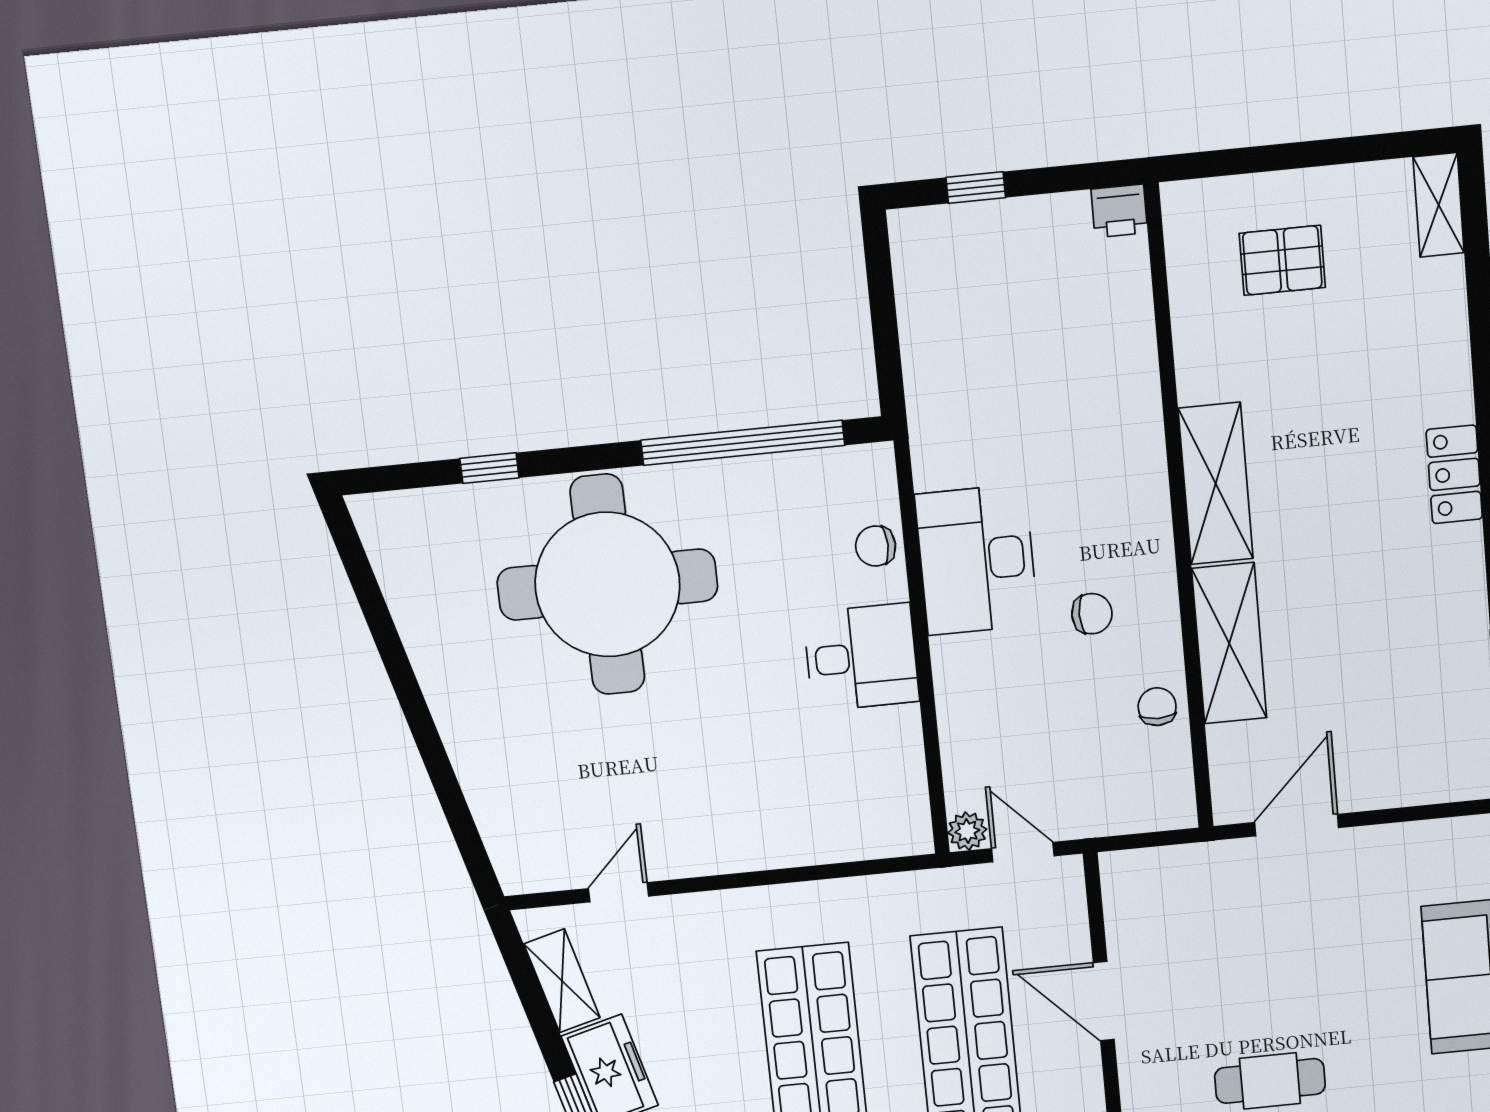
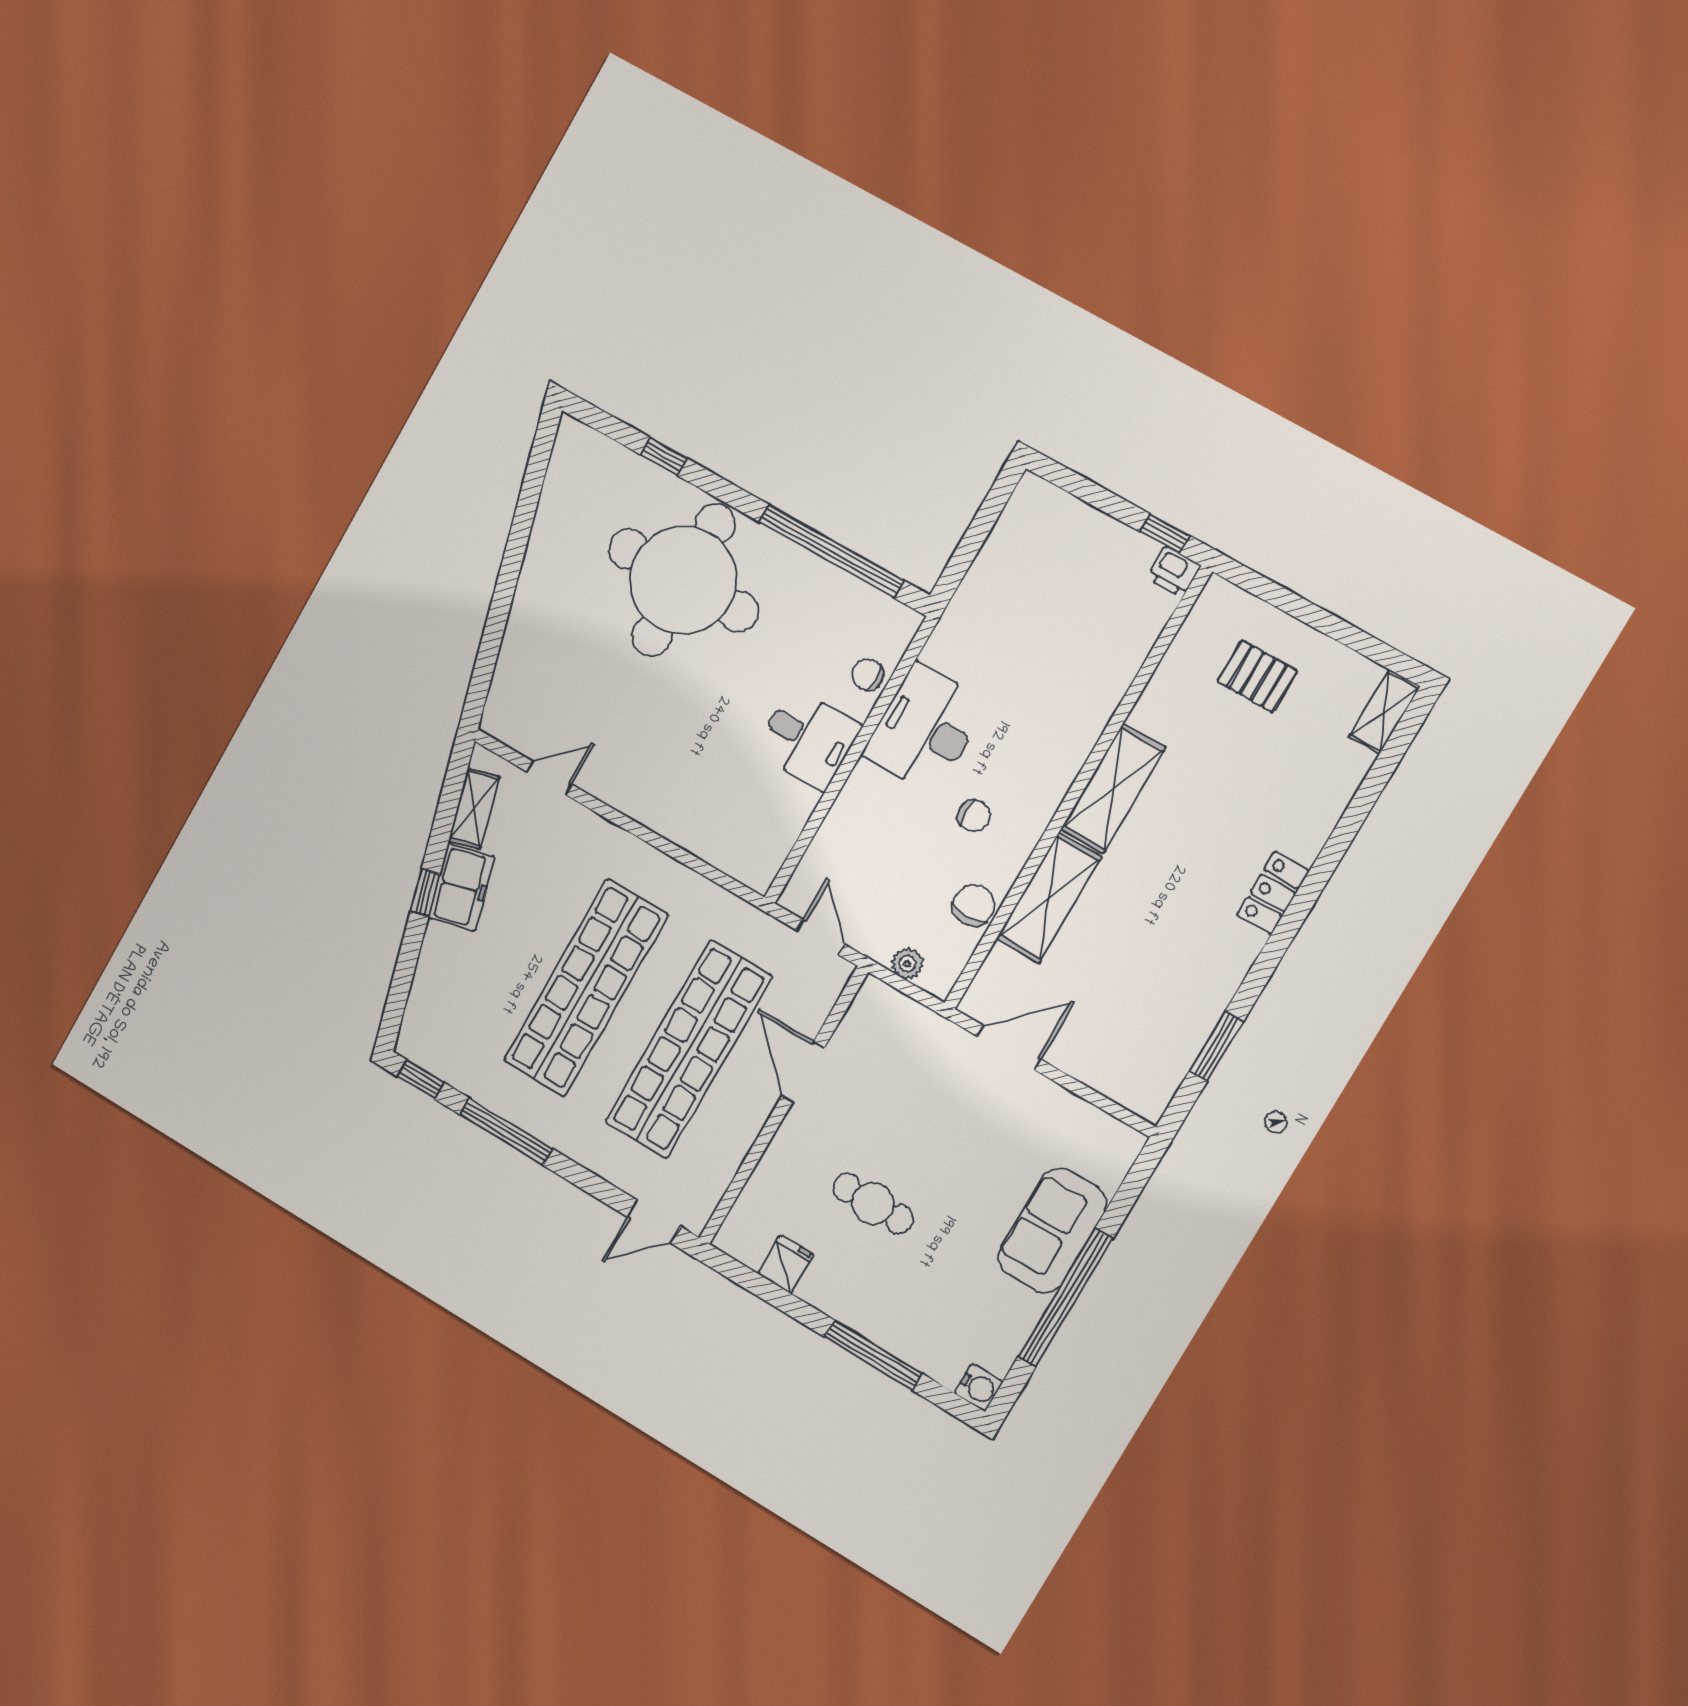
window: (976, 188) -> (1164, 533), moved
chair: (1157, 707) -> (973, 905), width x1.37, depth x1.37
plant: (967, 831) -> (907, 964), moved

